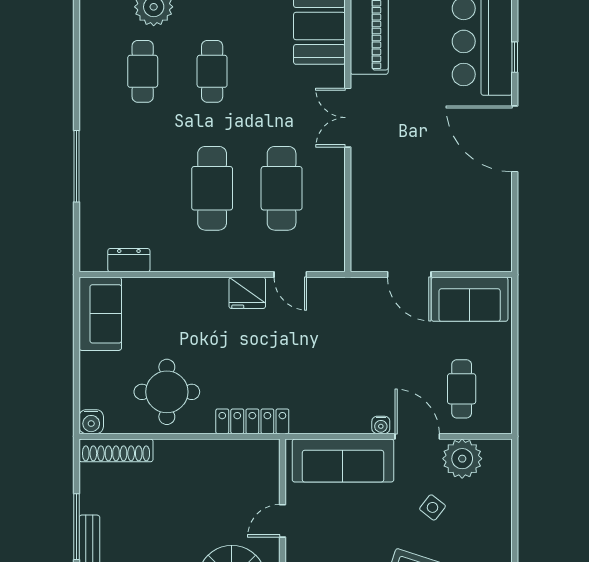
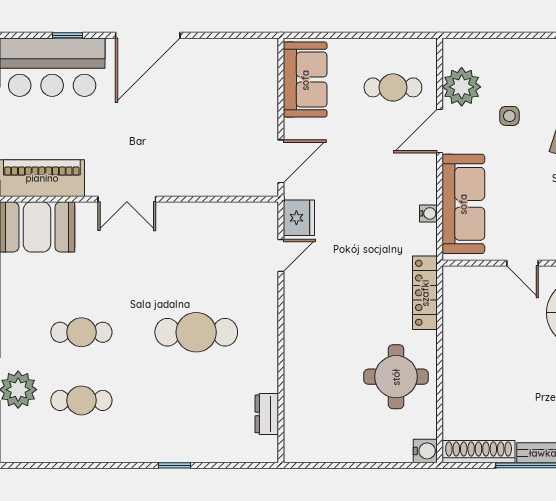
window: (76, 166) -> (175, 465), width x0.46
cafe table: (282, 188) -> (196, 264), removed
door: (409, 275) -> (281, 161), moved
fridge: (247, 293) -> (299, 218), moved
sofa: (100, 314) -> (319, 442), removed
water cooler: (381, 425) -> (428, 213), moved
shoe rack: (116, 450) -> (479, 452), moved, turned -90
side table: (433, 507) -> (509, 116), turned -38

